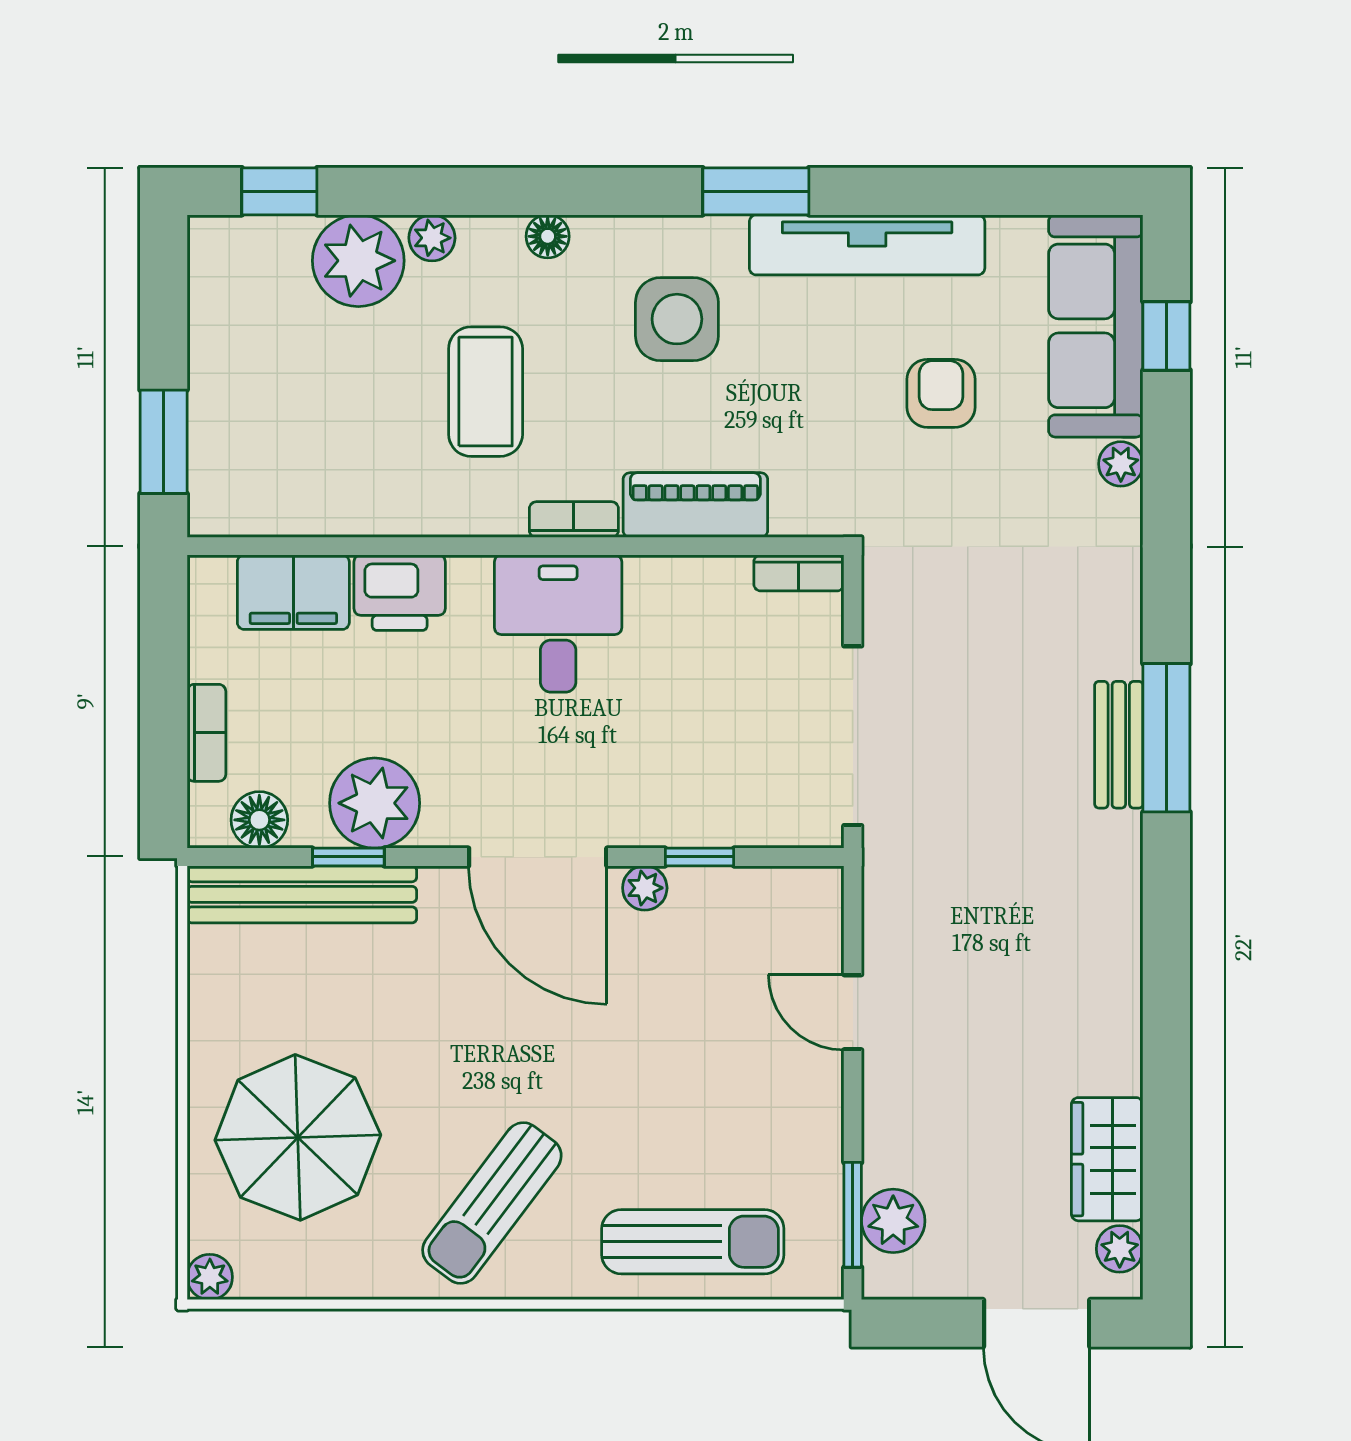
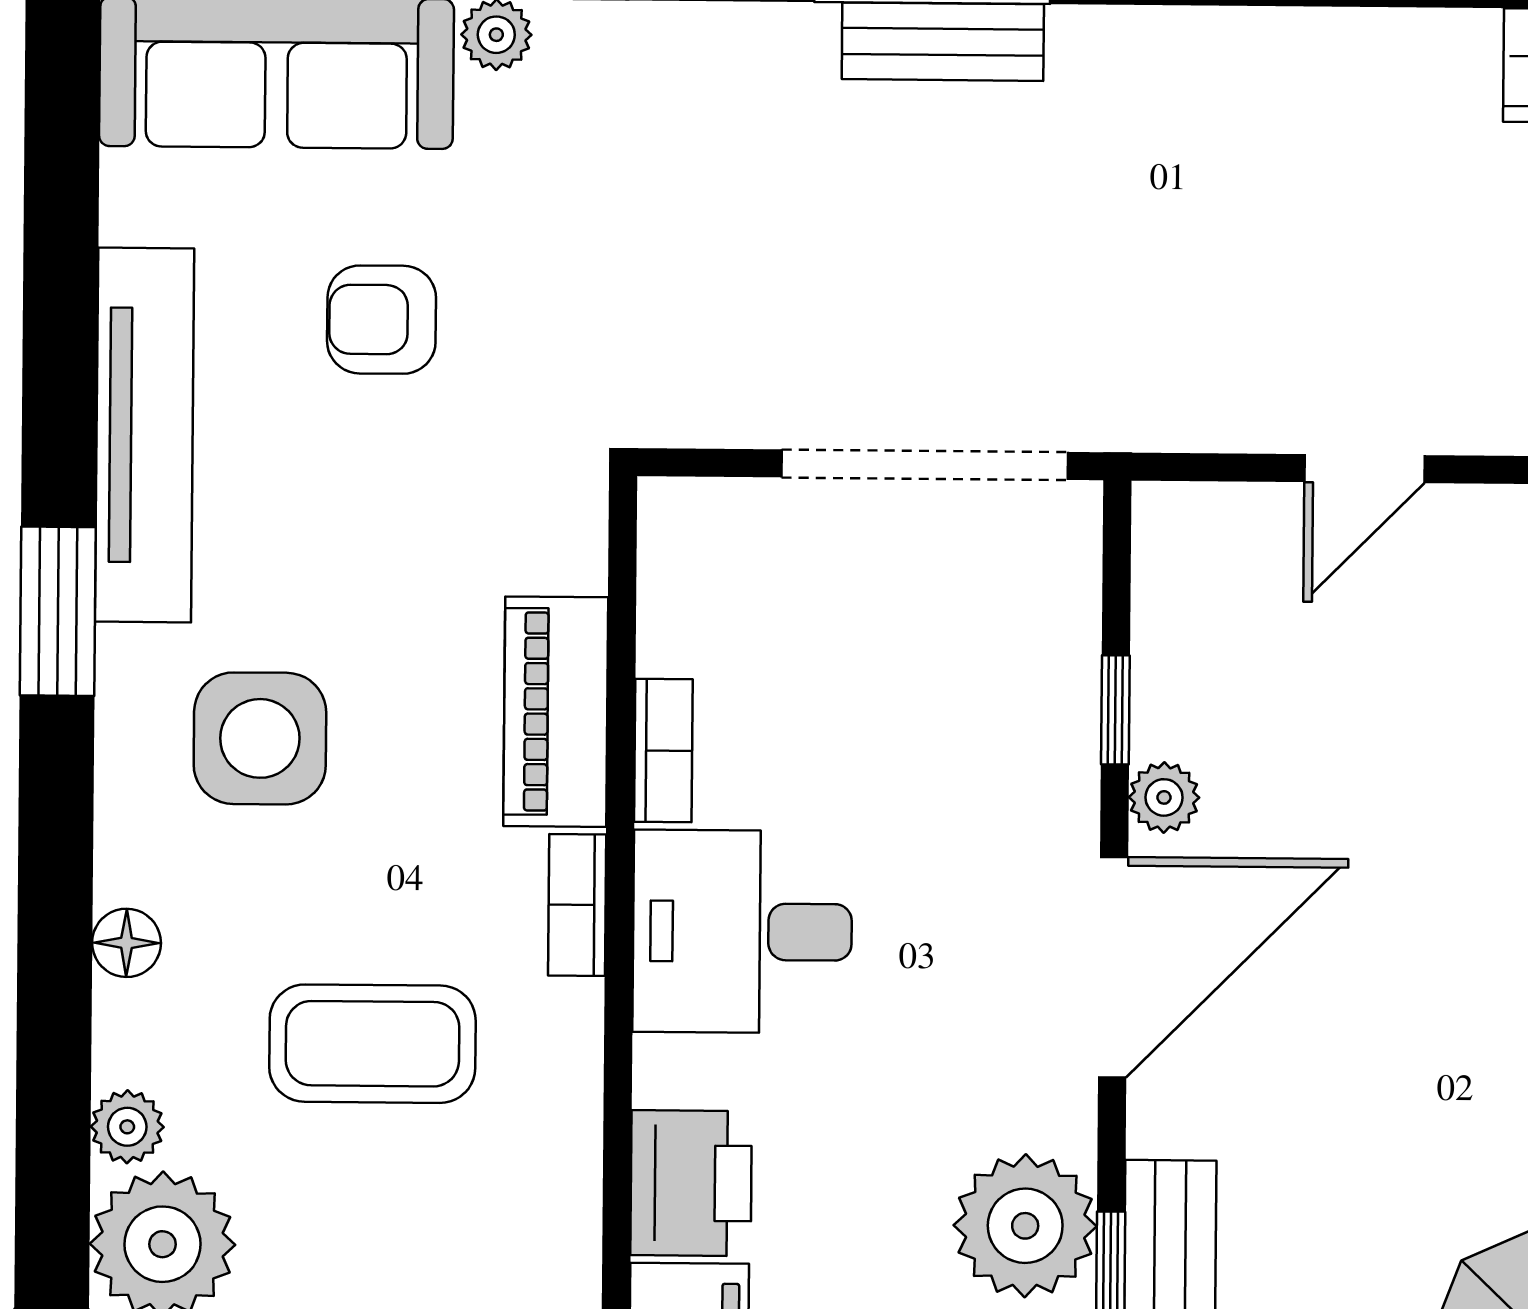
bookcase: (799, 573) -> (663, 751), moved

